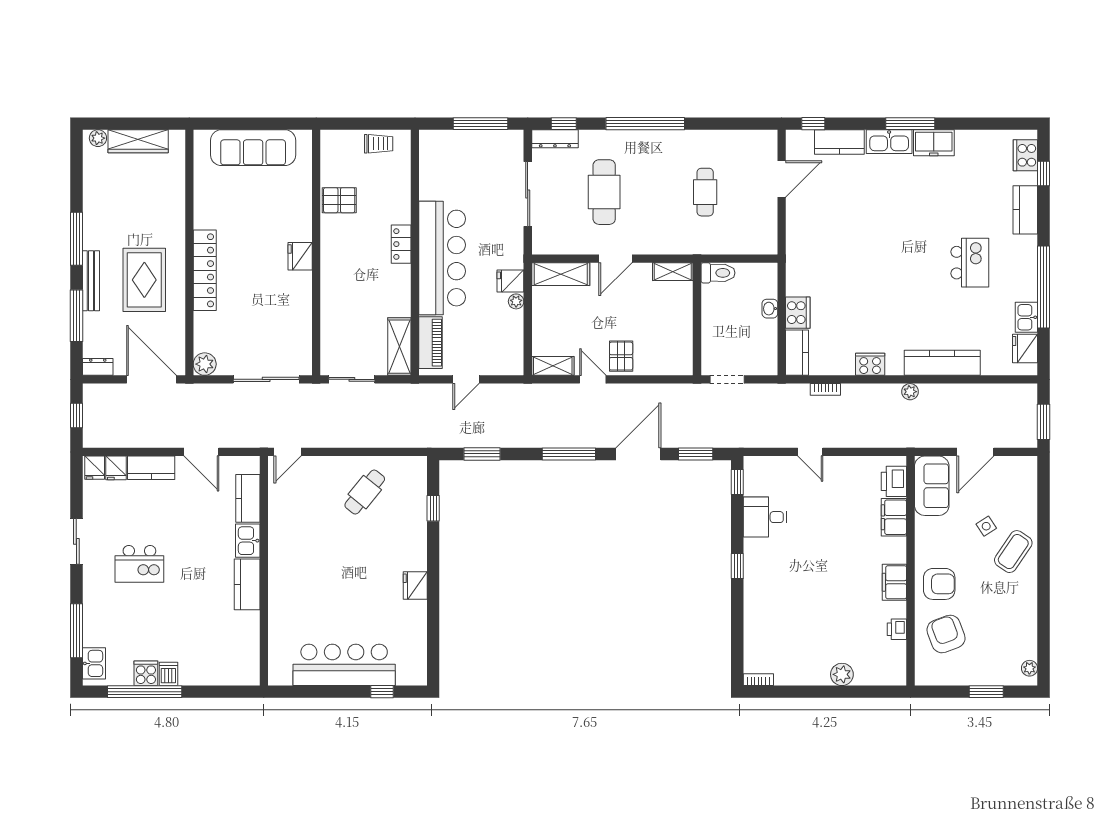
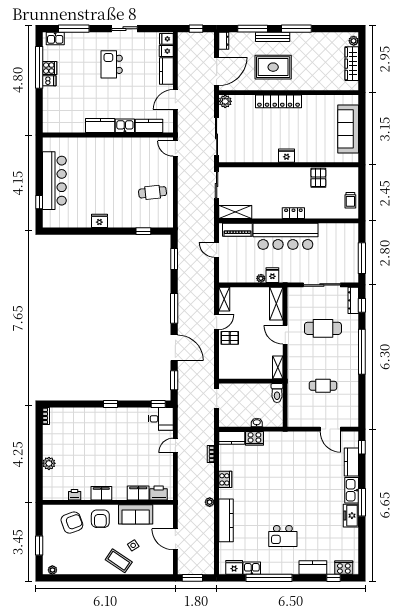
sofa: (932, 486) -> (136, 514), moved
cafe table: (365, 492) -> (153, 192), turned -45
desk: (765, 517) -> (161, 419), moved, turned 90

